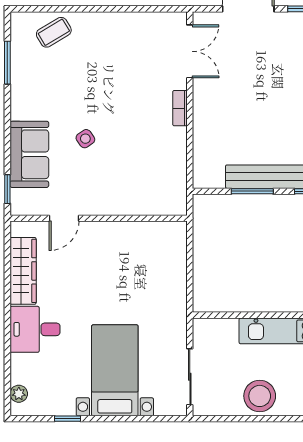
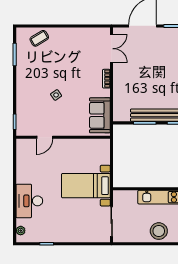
sofa: (29, 154) -> (100, 115), moved, turned 180
wardrobe: (23, 271) -> (23, 165), removed
desk: (35, 329) -> (29, 201), width x1.37
bed with nightstands: (115, 370) -> (86, 186), moved, turned -90
stool: (260, 396) -> (159, 231), moved

